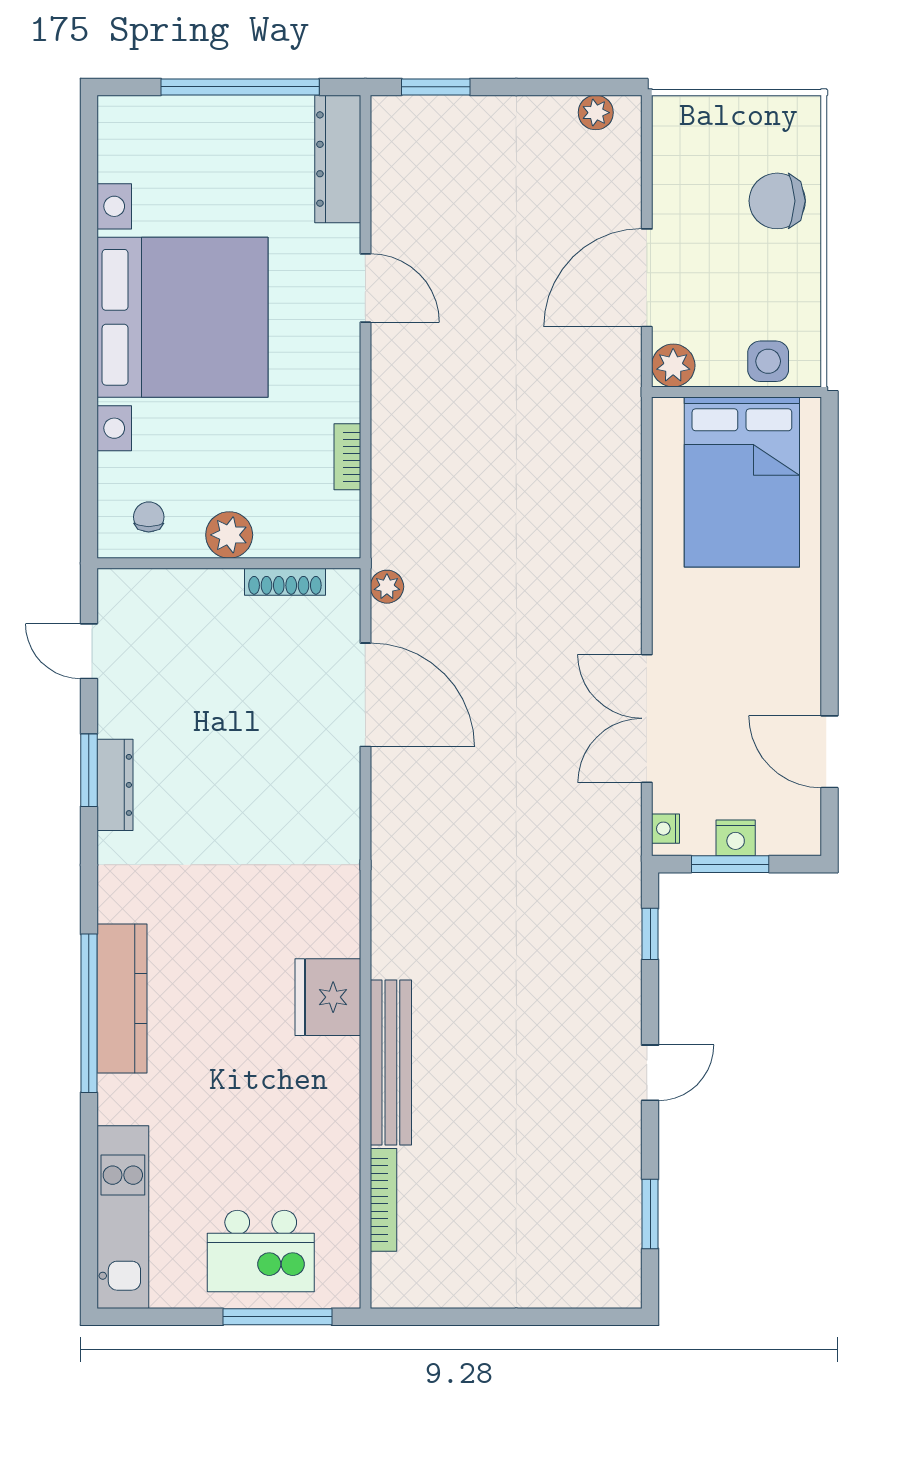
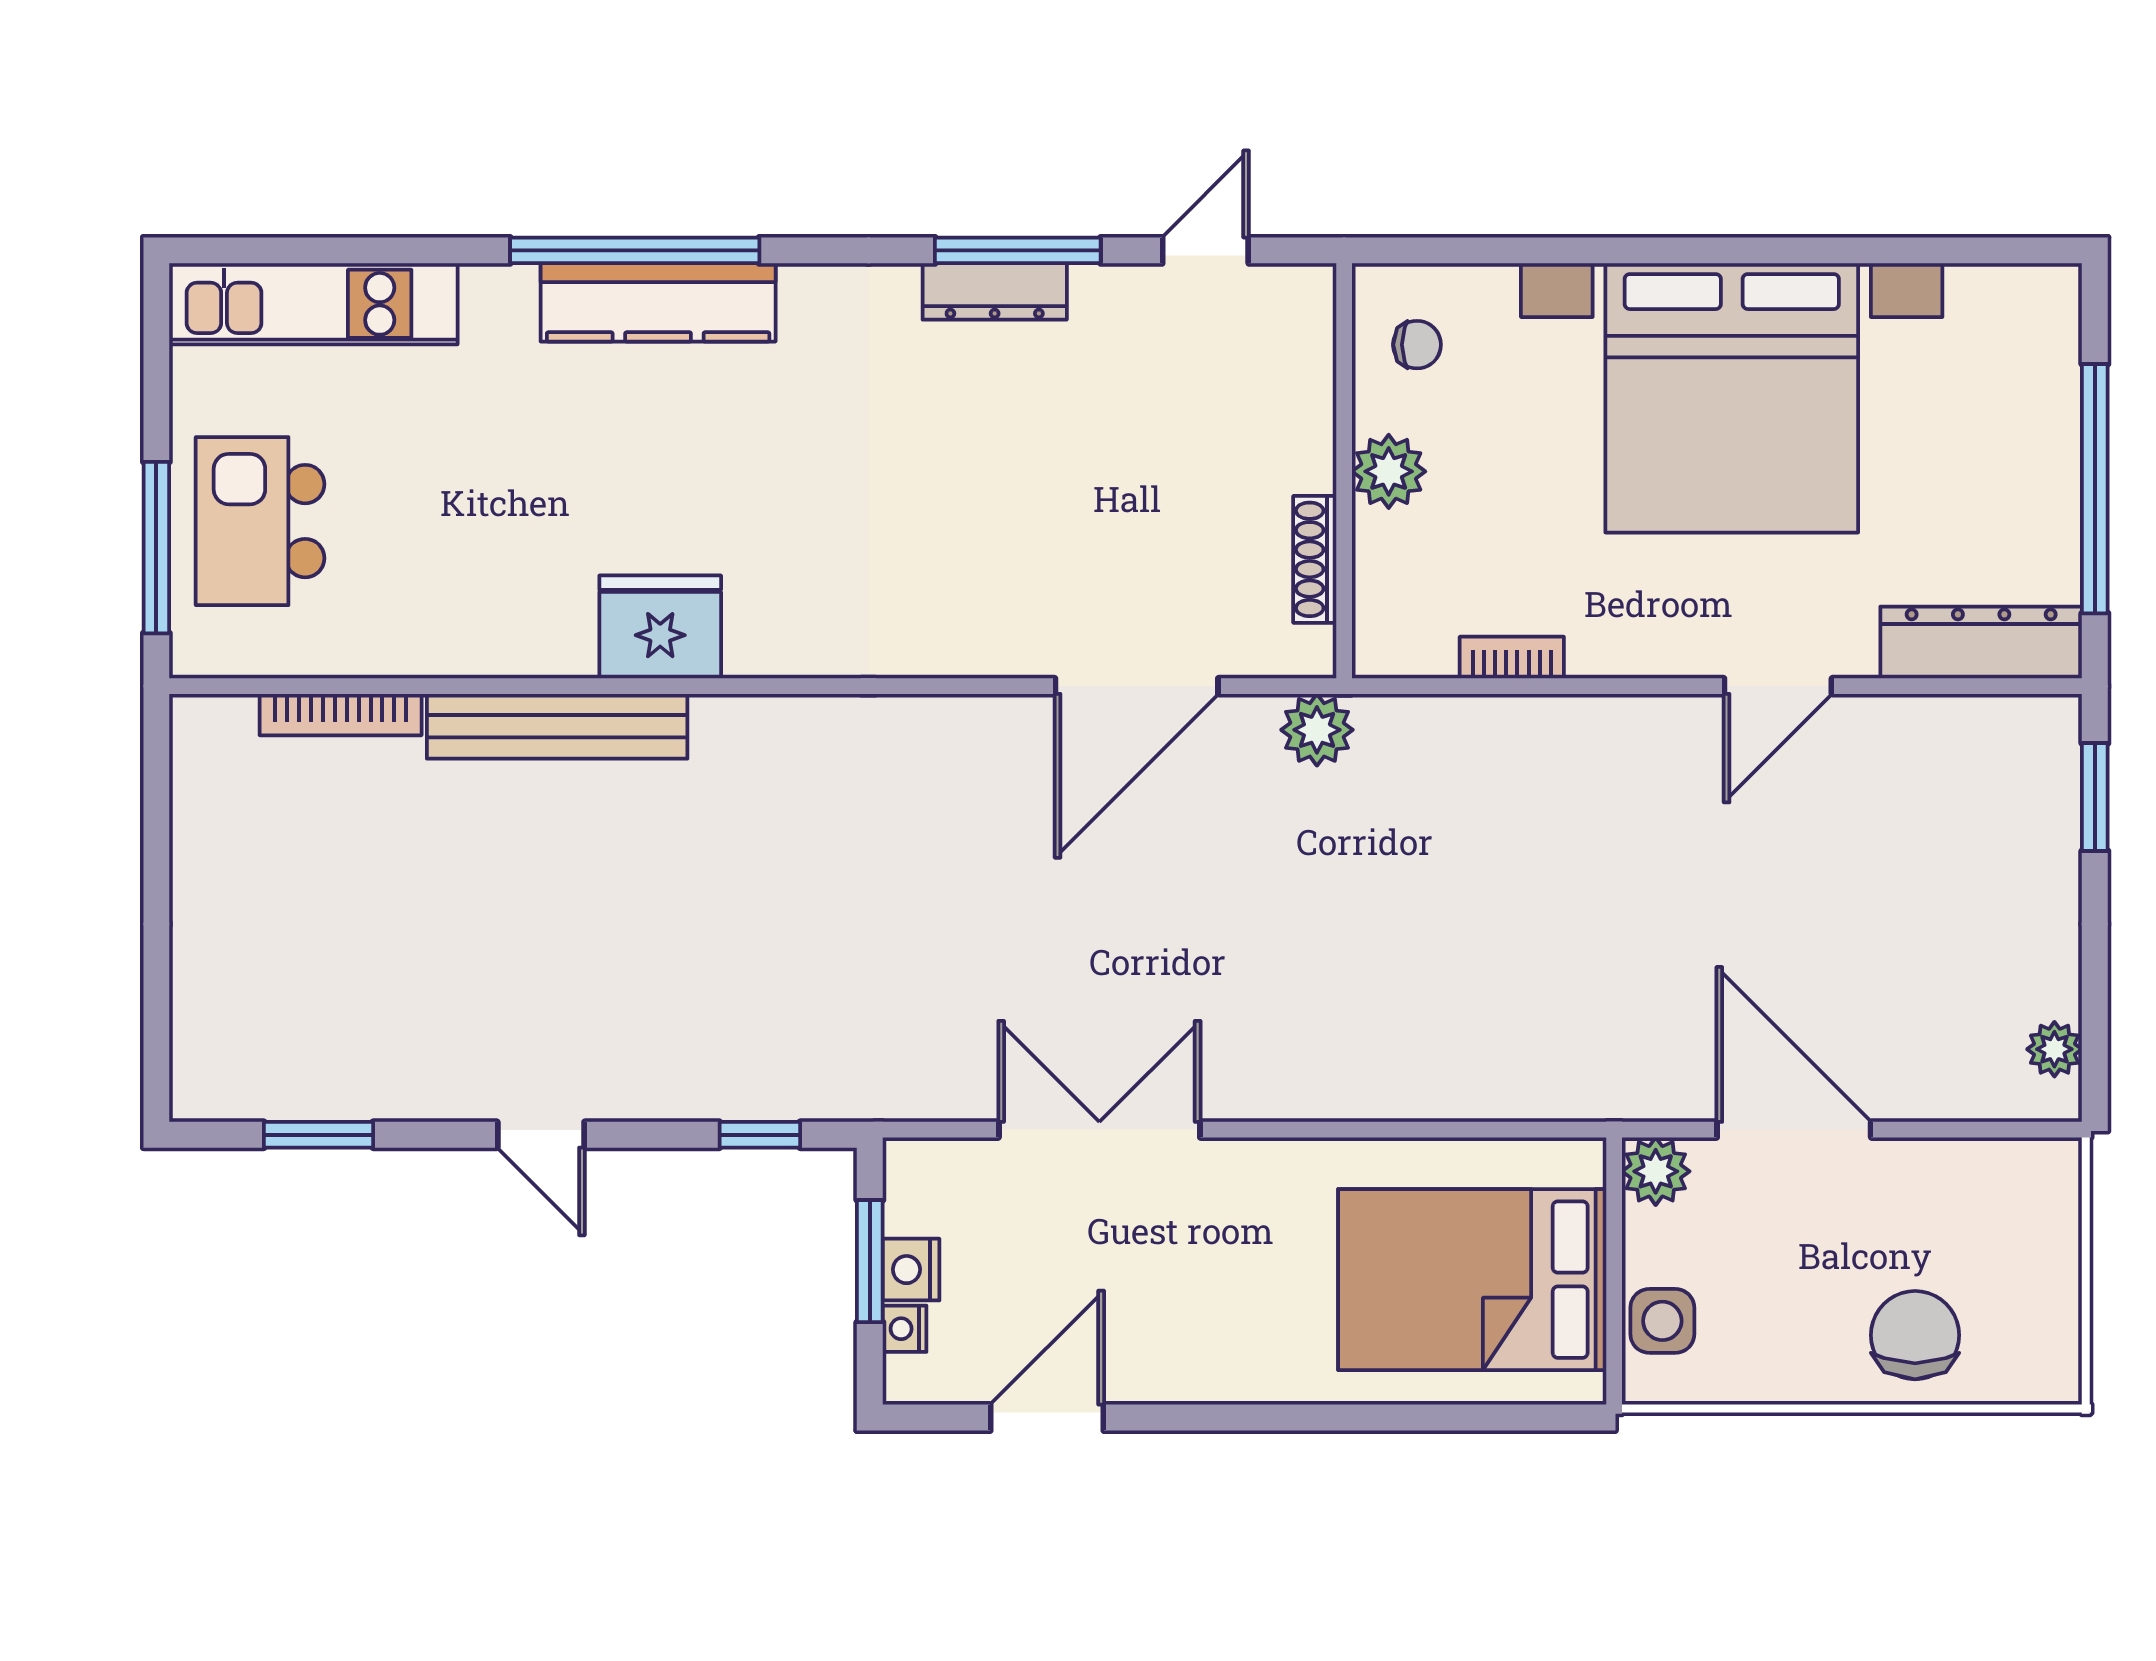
plant: (387, 587) -> (1317, 730), width x1.38, depth x1.38
window: (89, 770) -> (1018, 250), width x1.44
nightstand: (666, 829) -> (905, 1329), moved, turned -90

